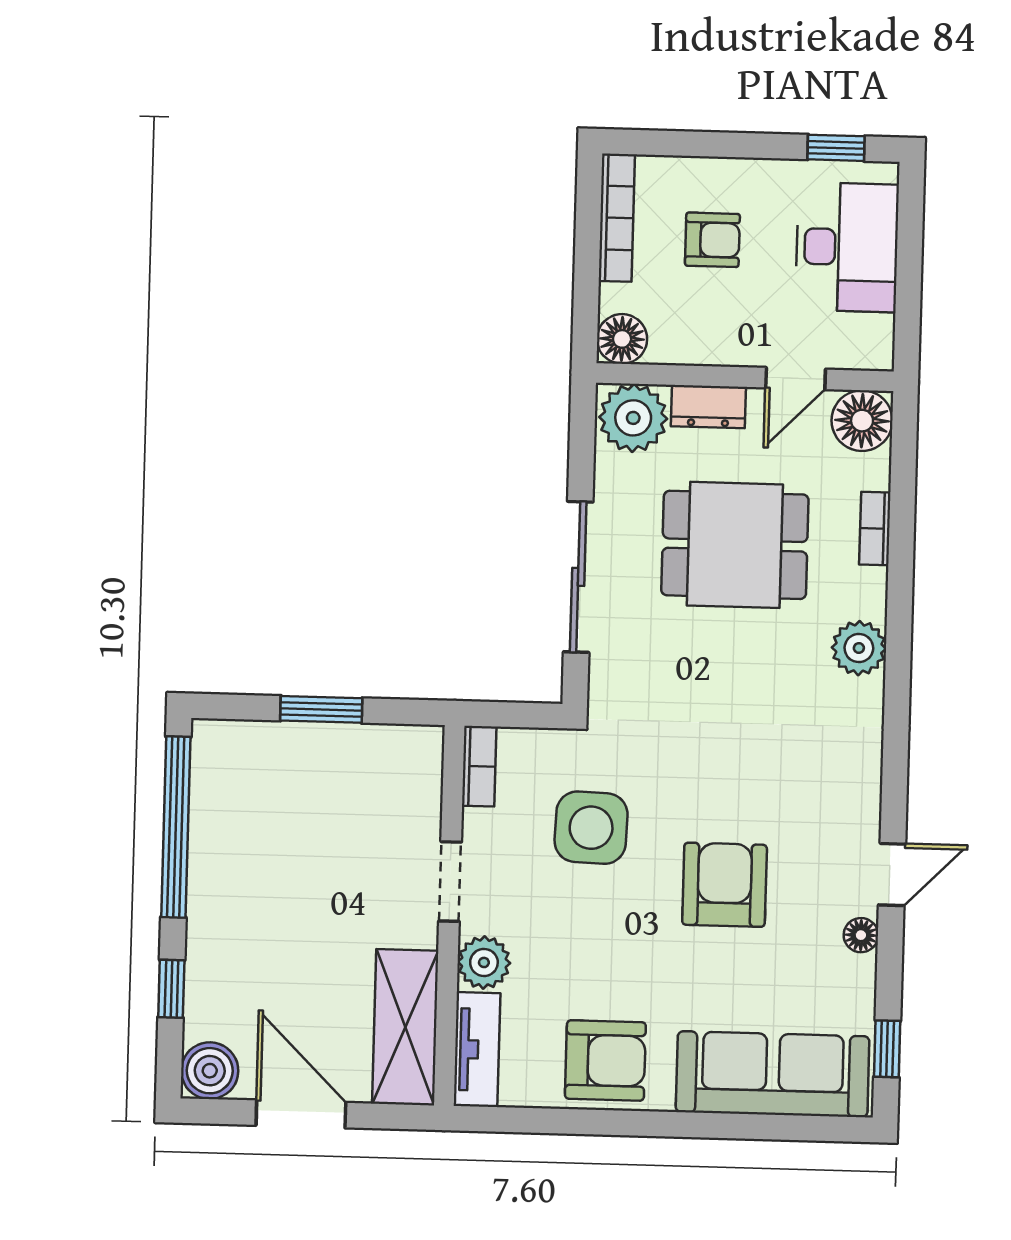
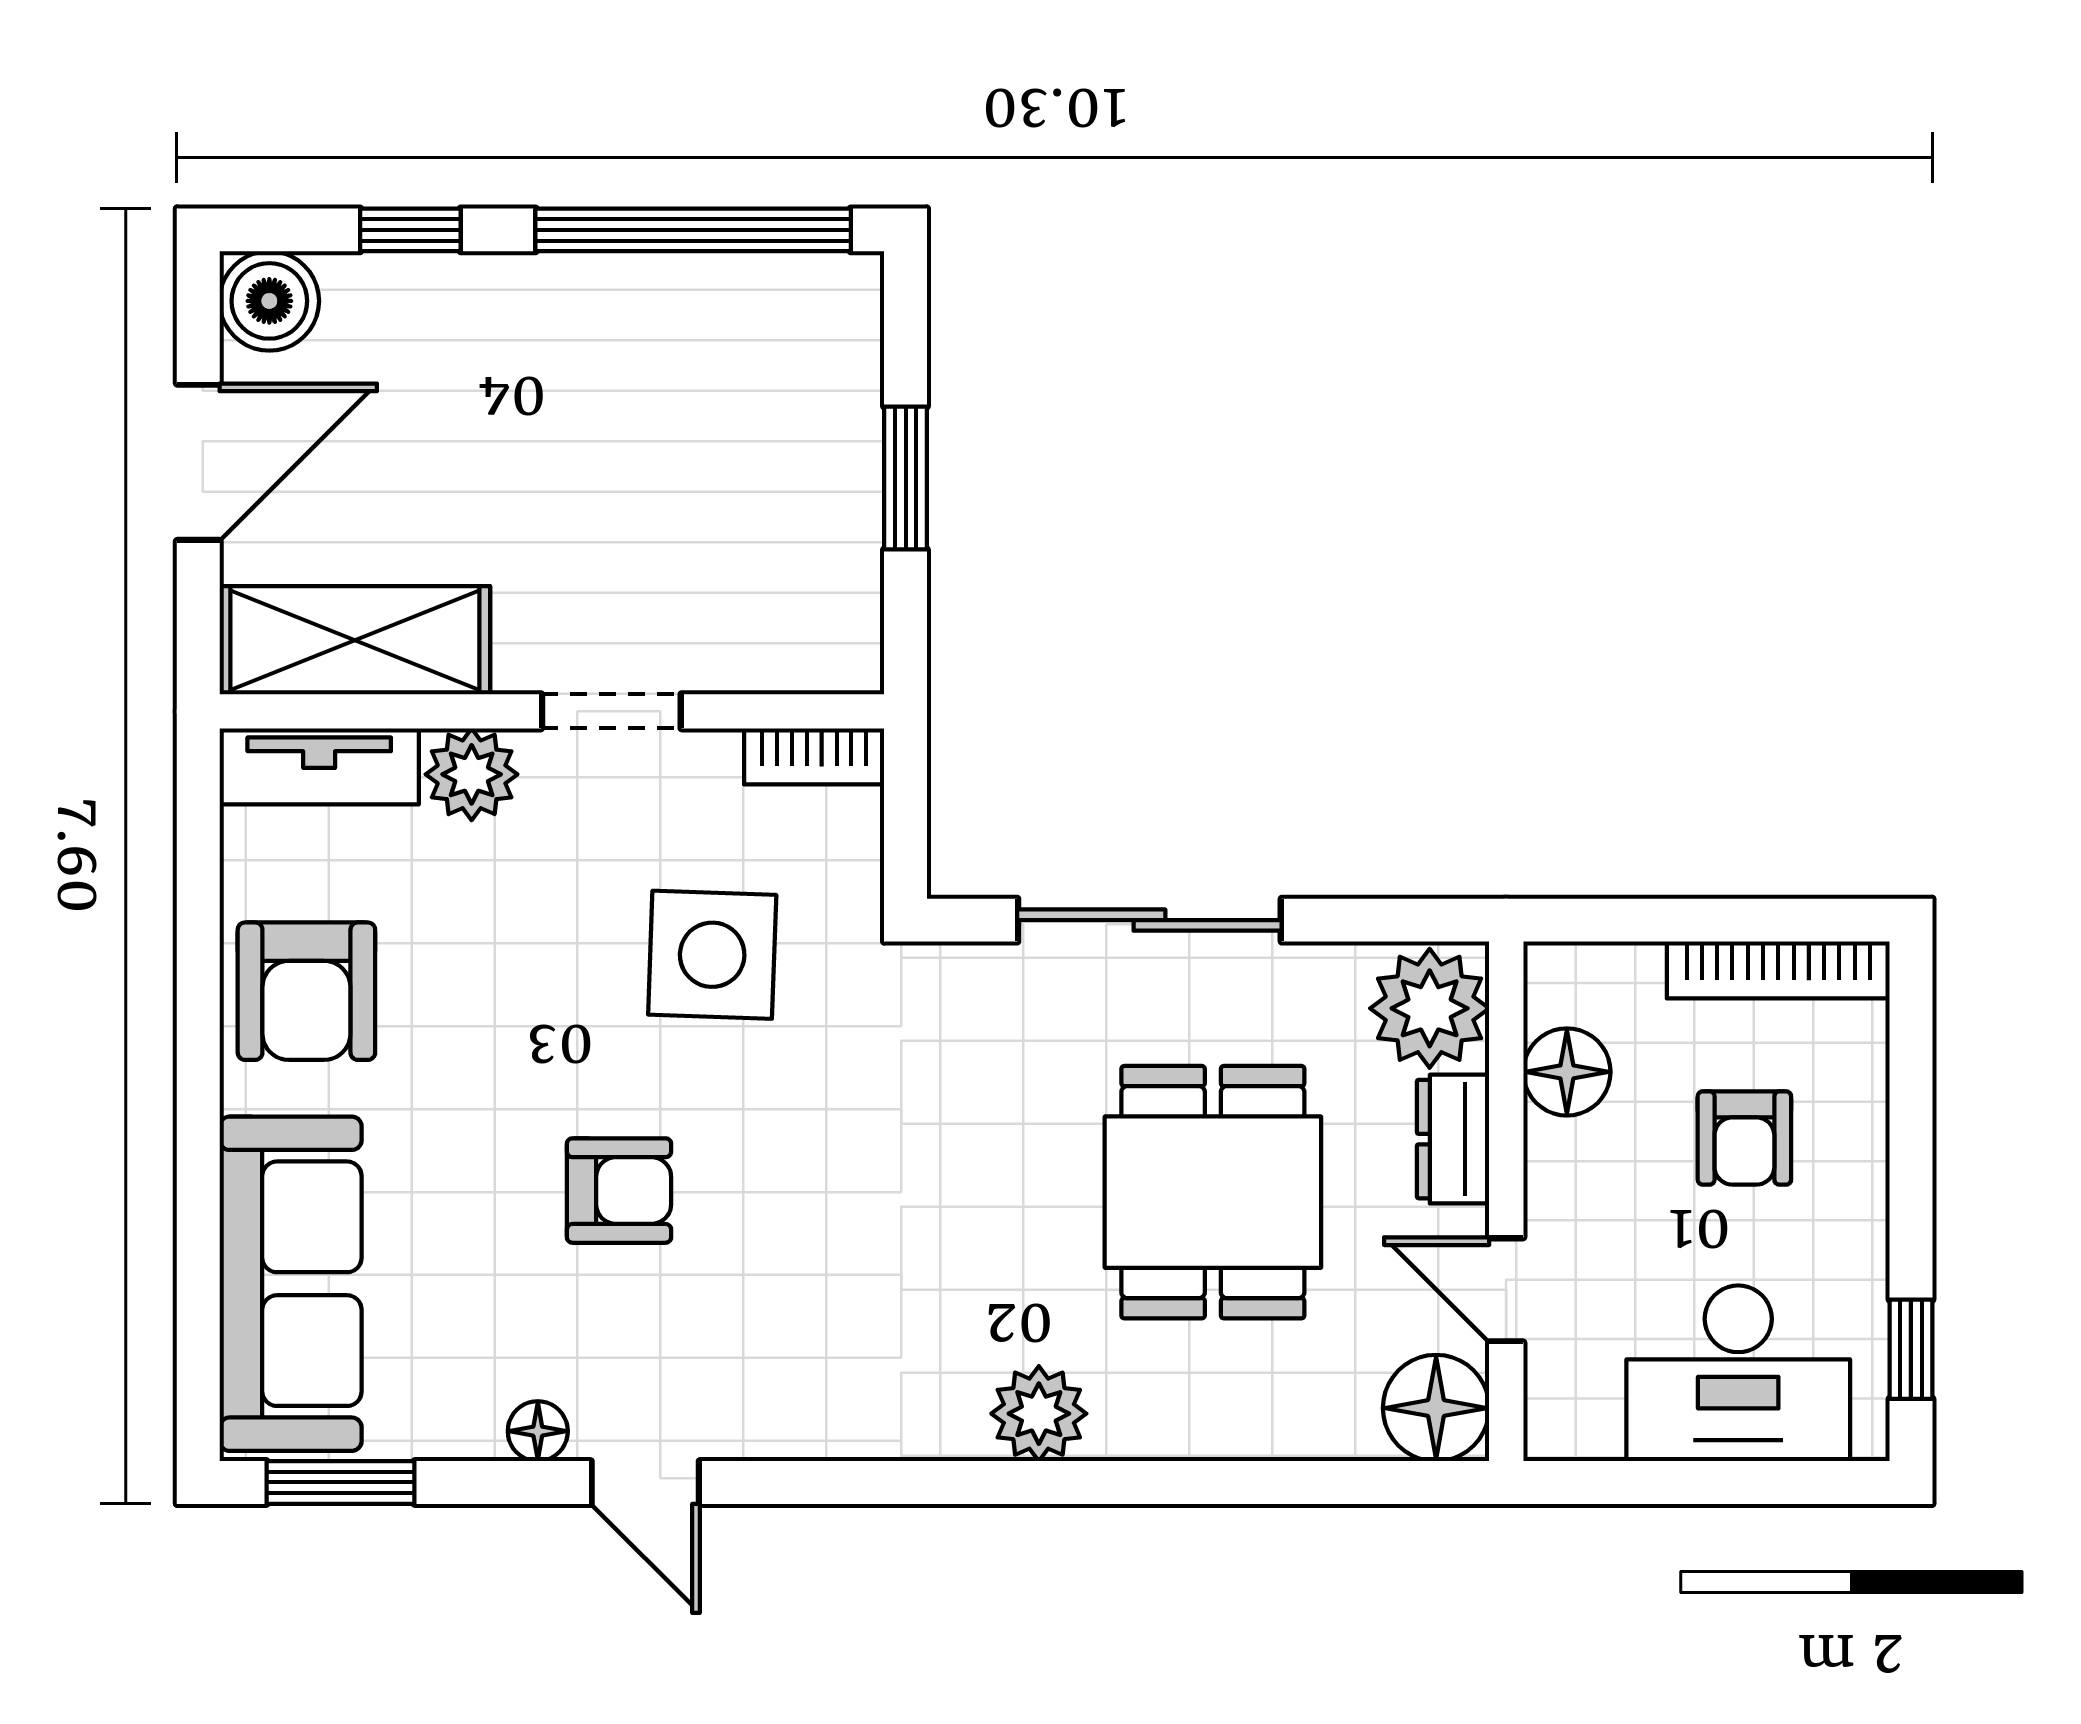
floor lamp: (622, 339) -> (1567, 1072), moved
bookcase: (875, 529) -> (1248, 1436), removed
armchair: (725, 885) -> (619, 1191), width x0.72, depth x0.72
window: (887, 1049) -> (340, 1482), width x1.50

